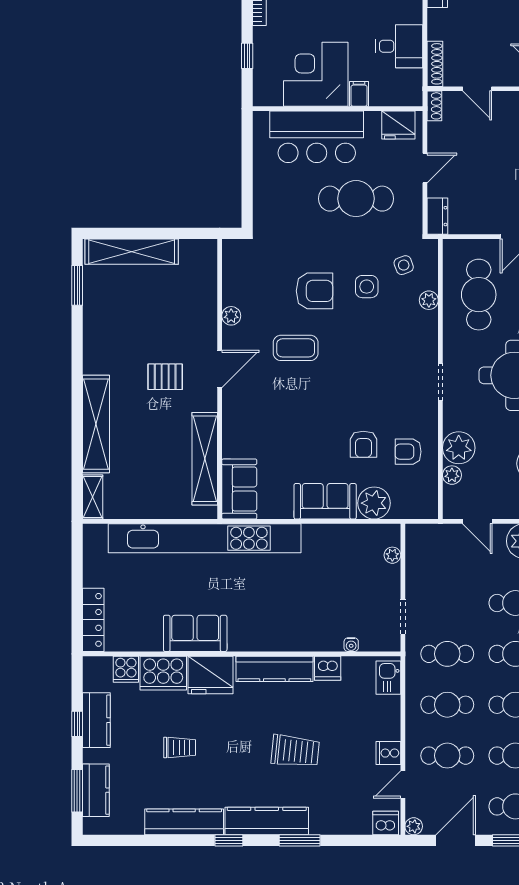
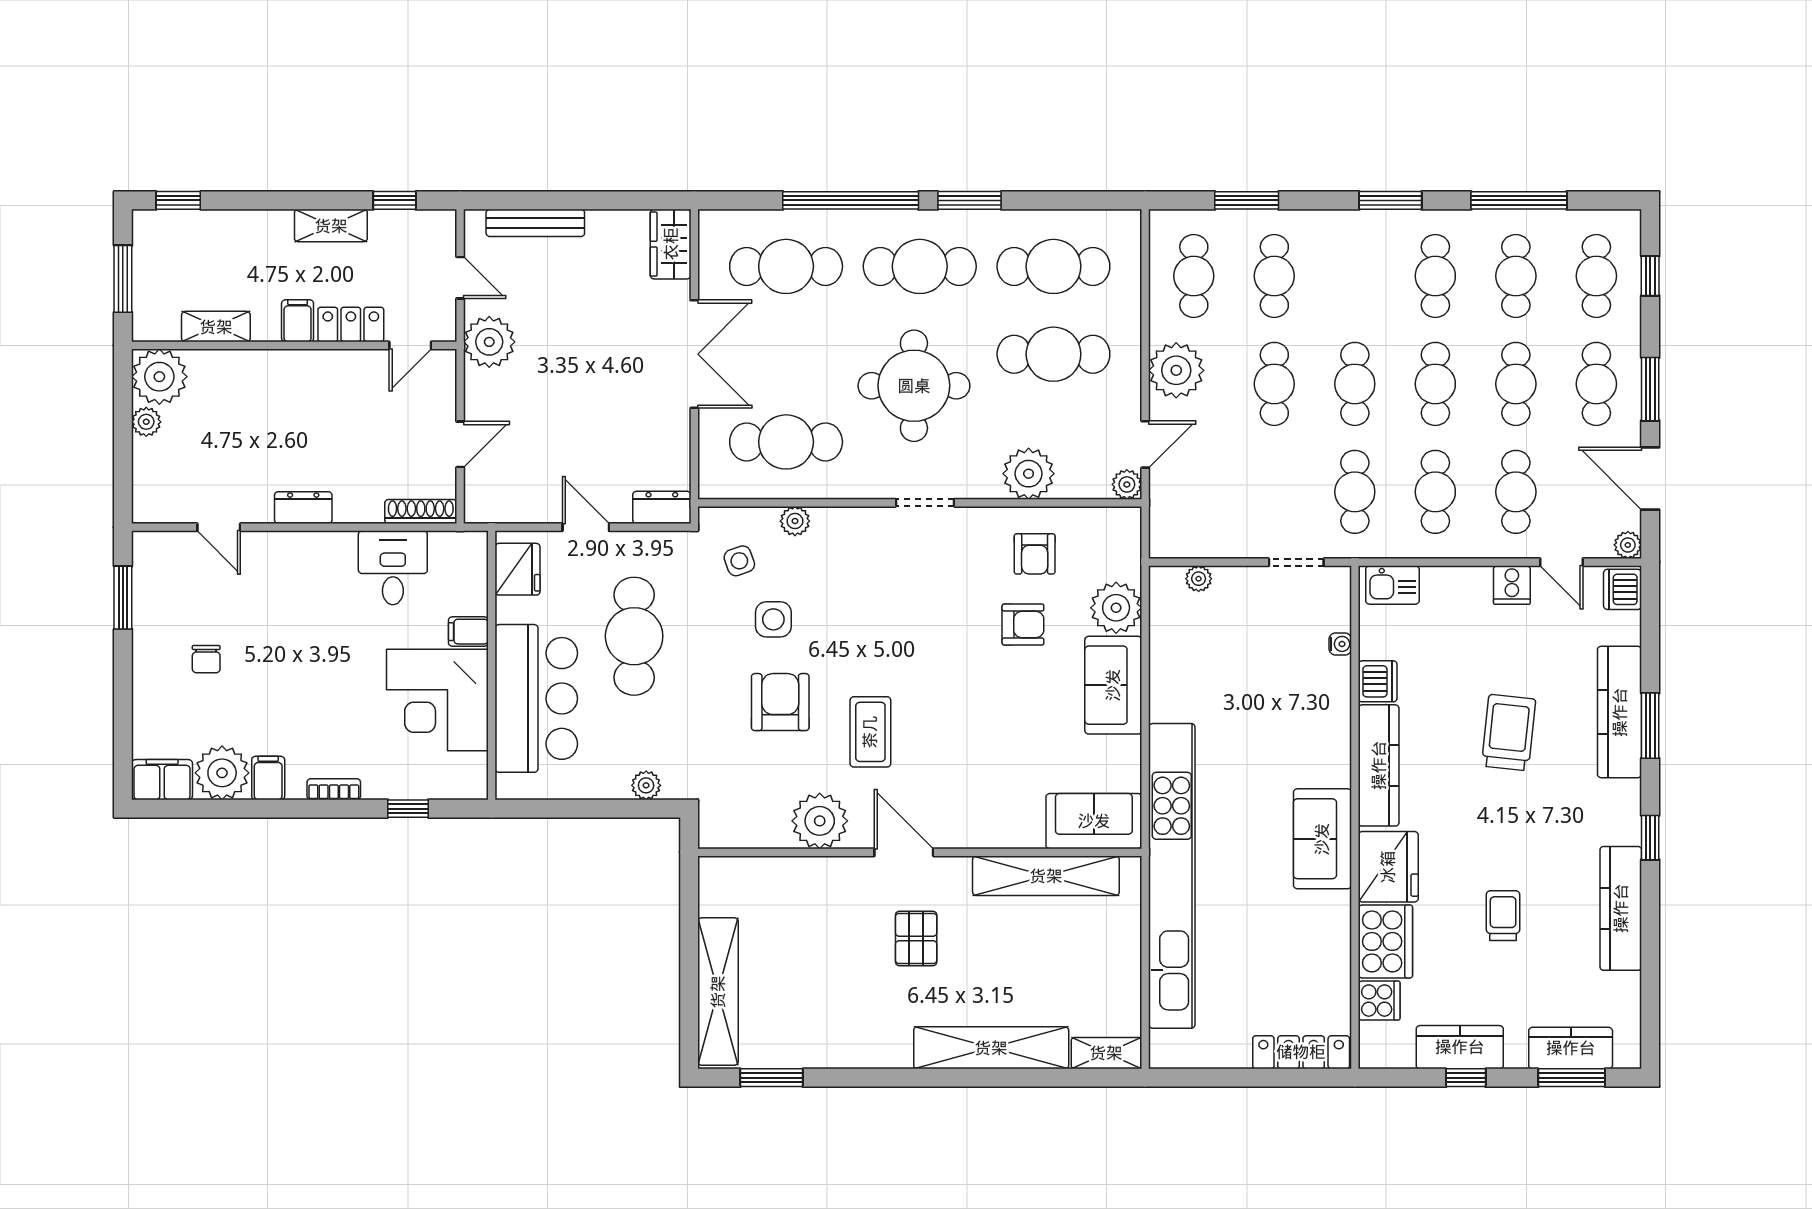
shoe rack: (434, 106) -> (487, 512), removed
plant: (262, 206) -> (646, 785), added
plant: (231, 316) -> (820, 821), width x1.87, depth x1.87
plant: (452, 475) -> (1127, 484), moved
sofa: (195, 633) -> (1322, 839), moved
kitchen counter: (267, 821) -> (1620, 712), moved

